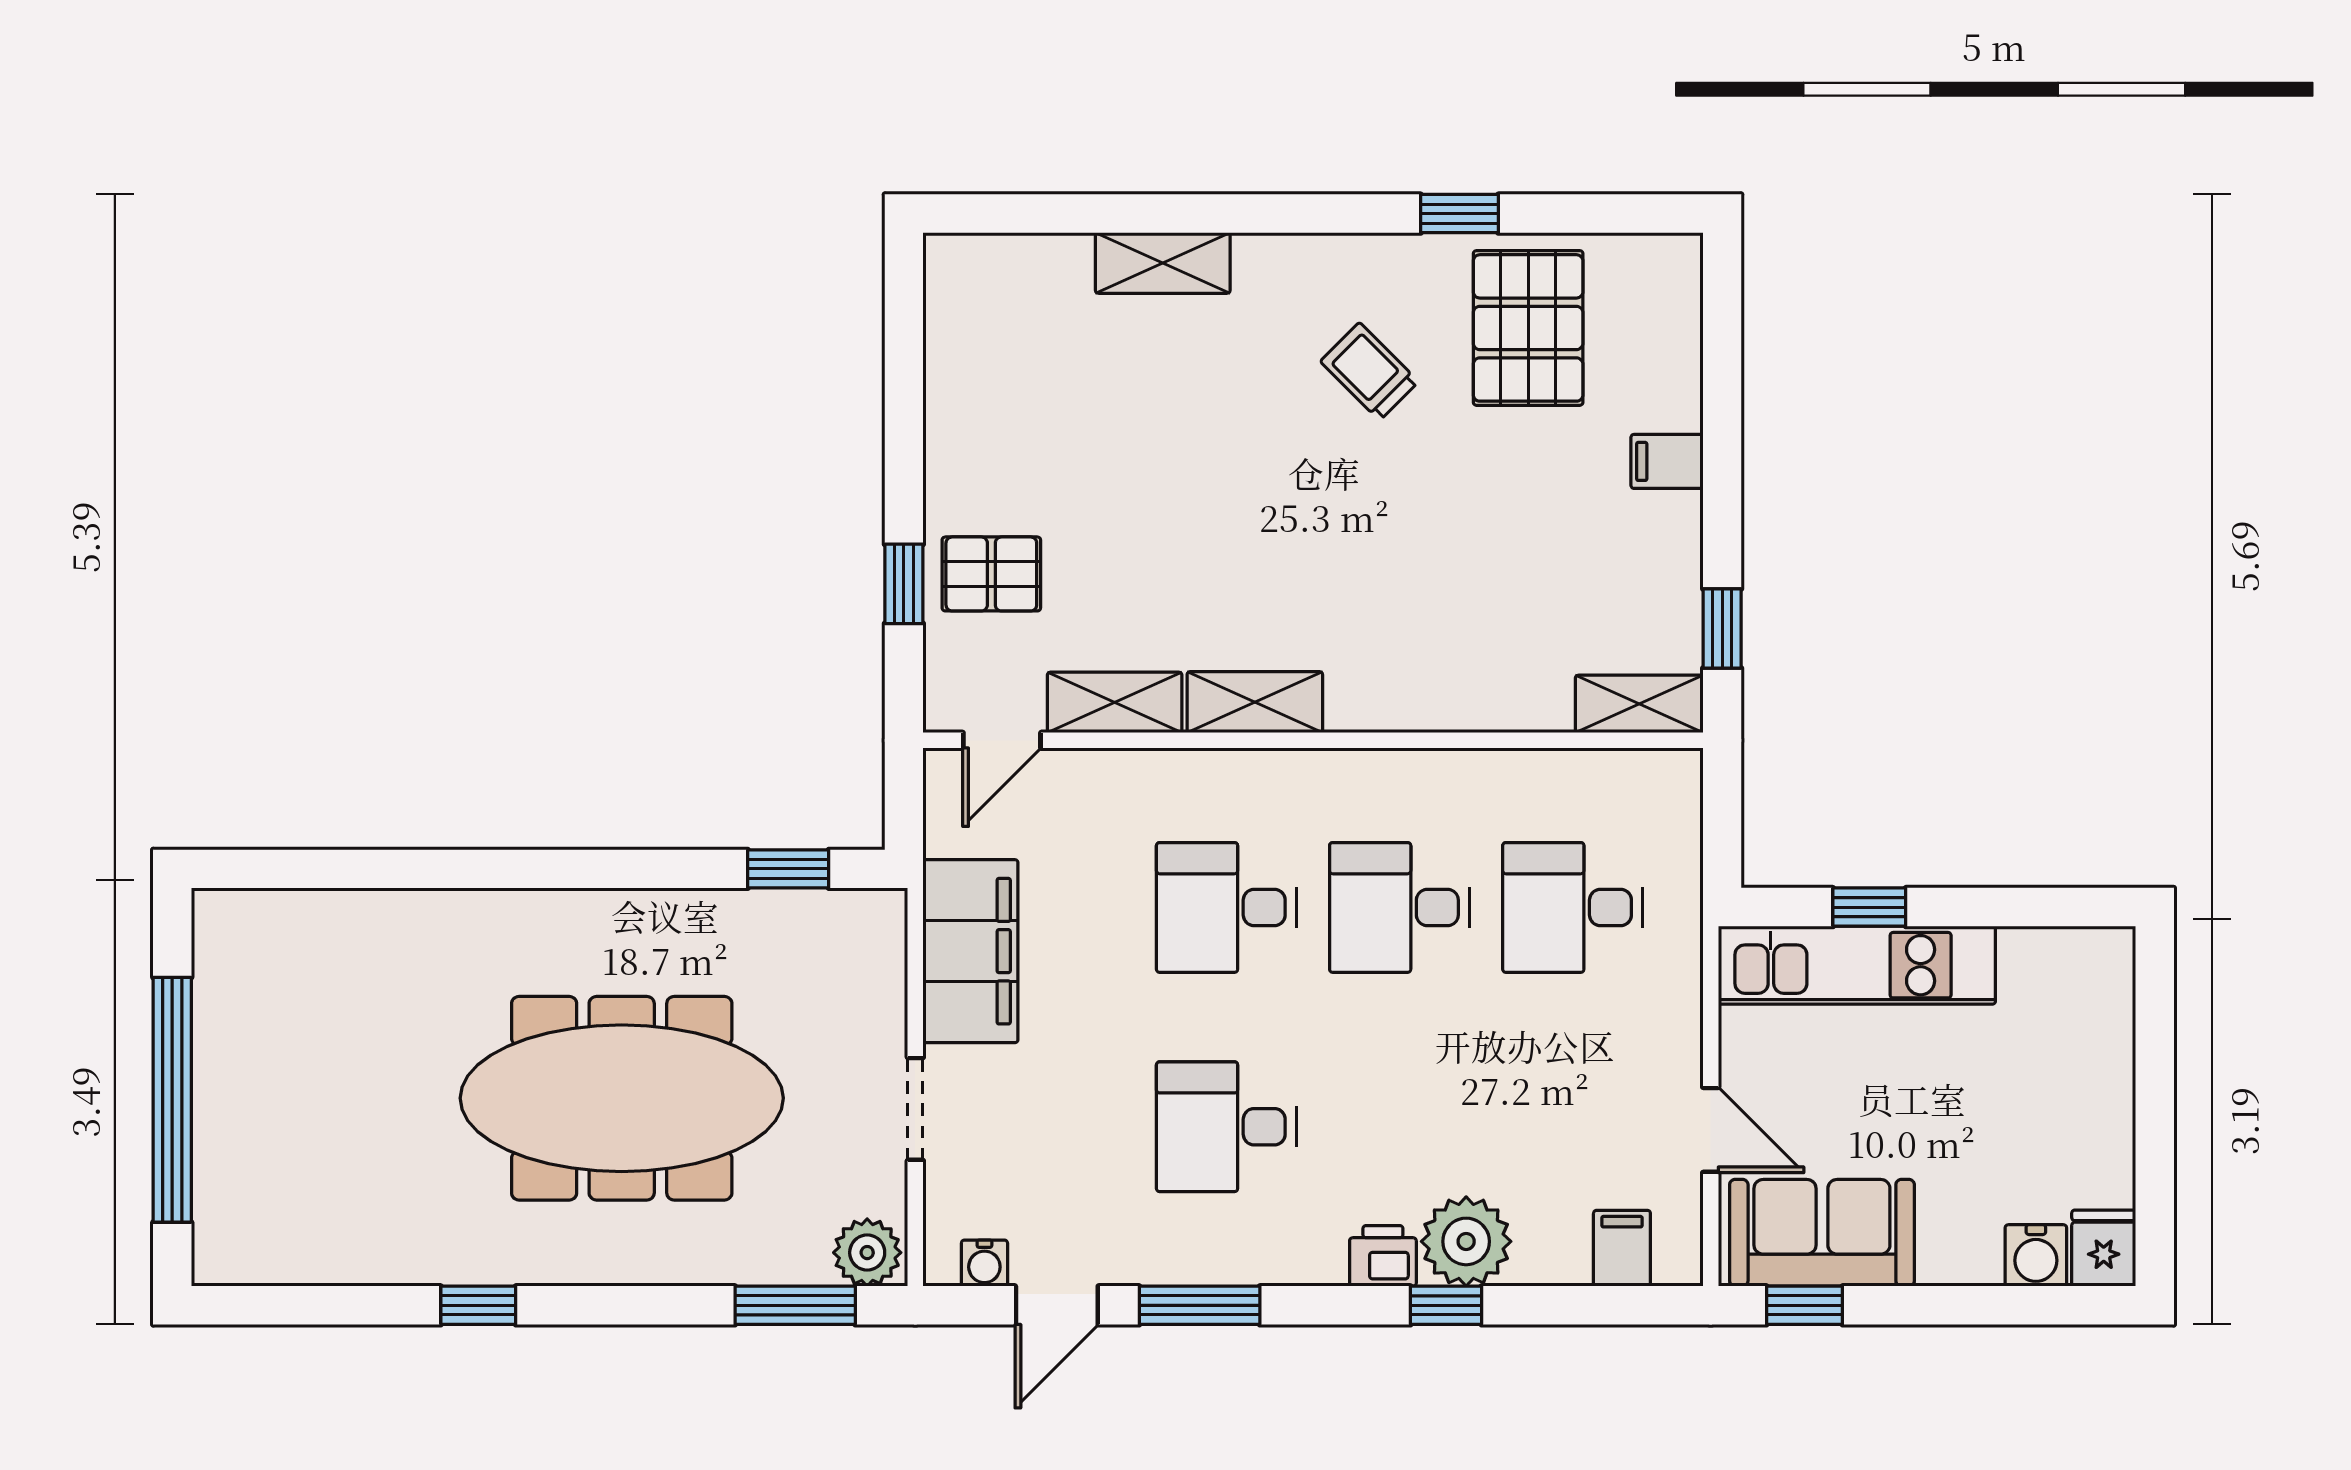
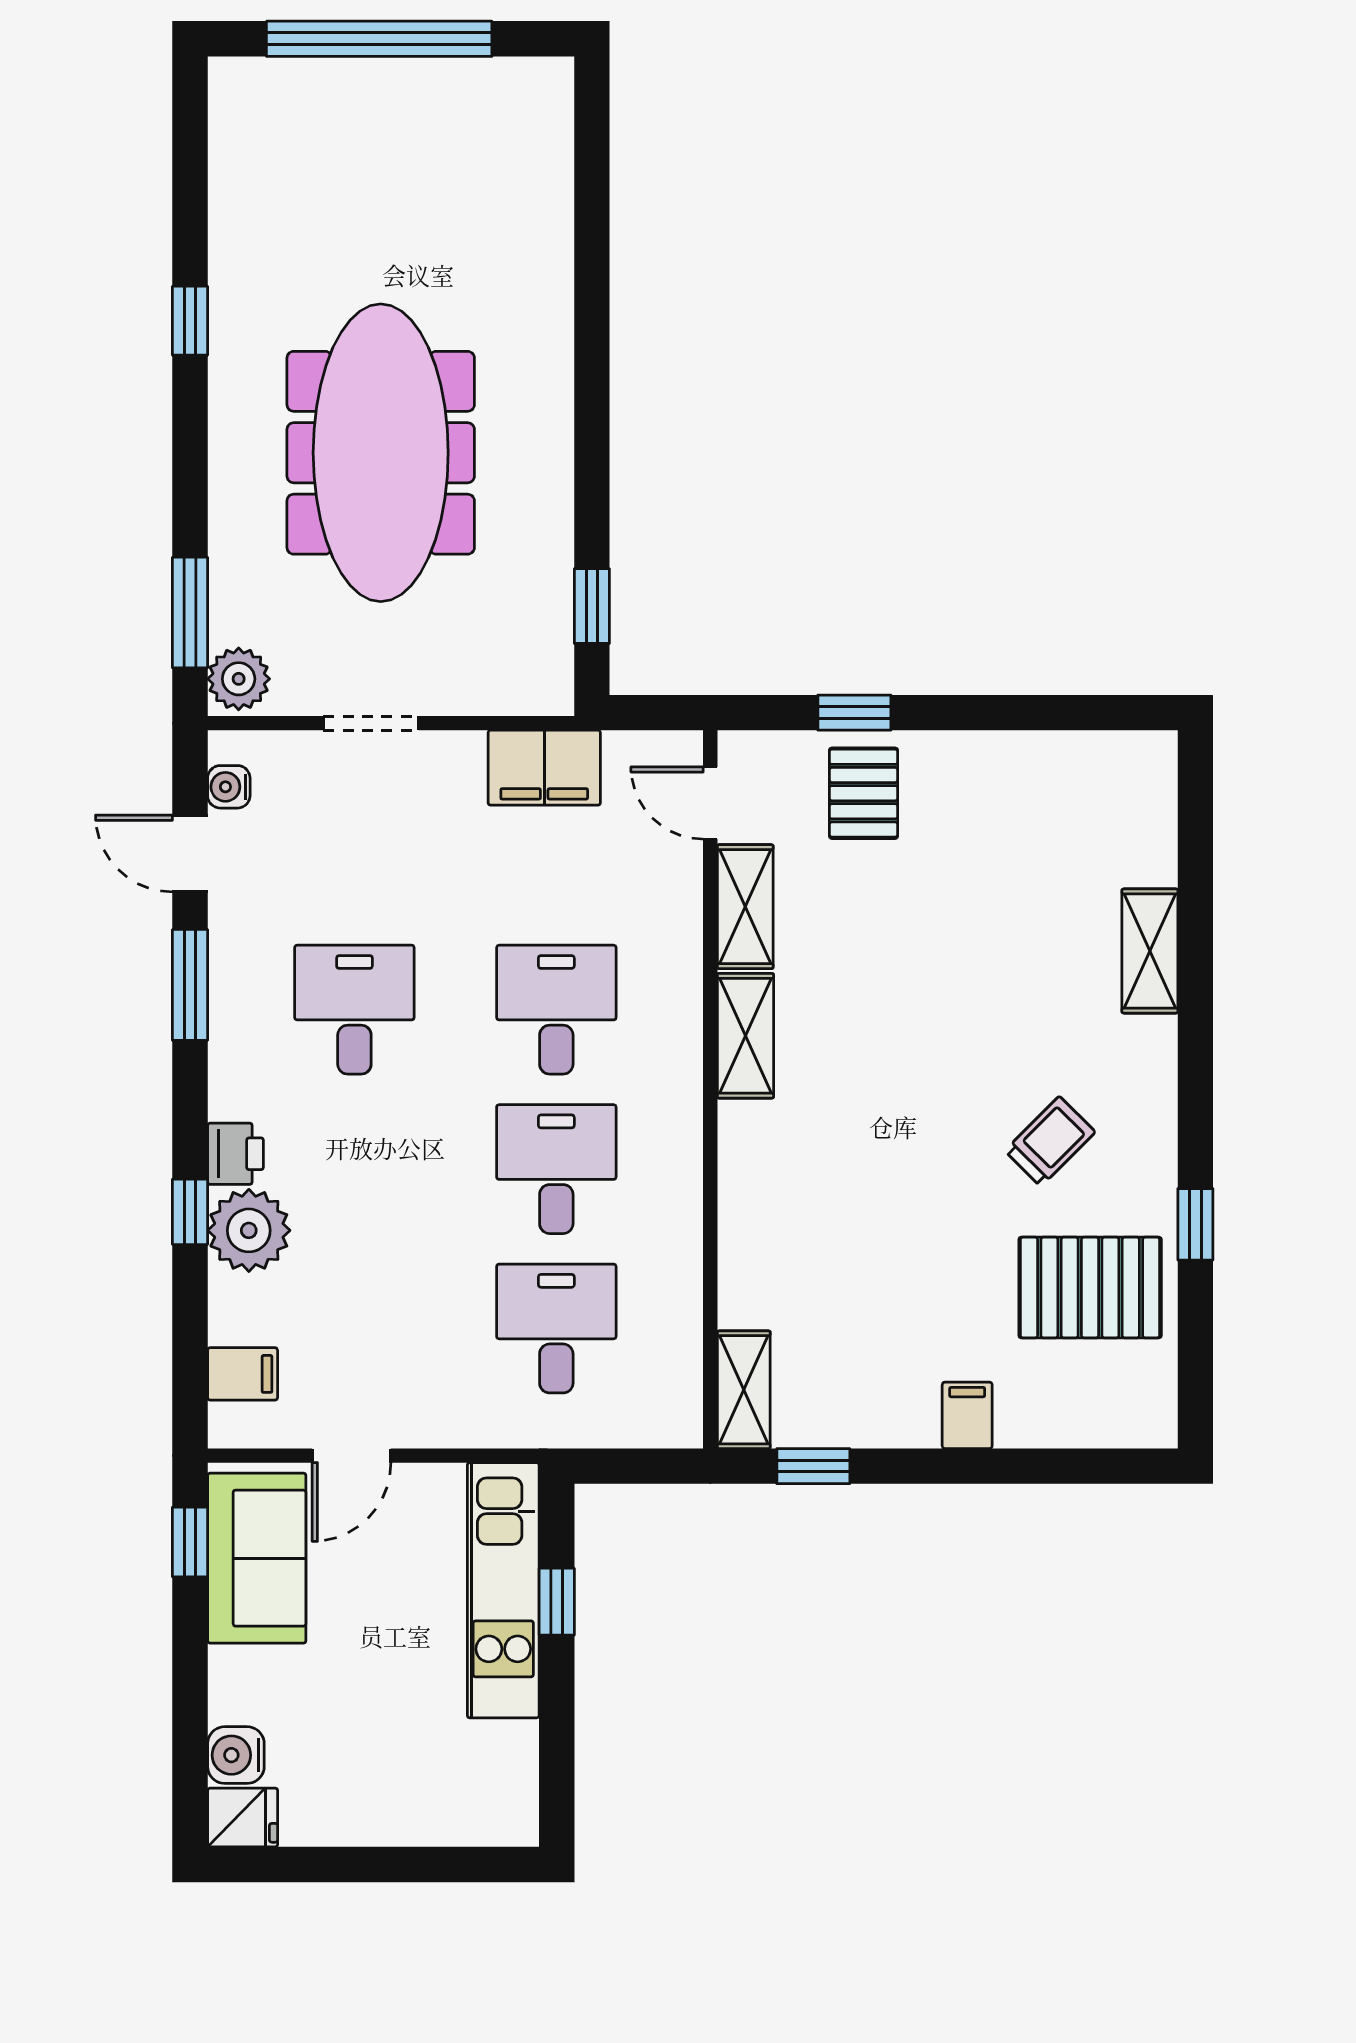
filing cabinet: (970, 951) -> (544, 768), width x0.67, depth x0.86

